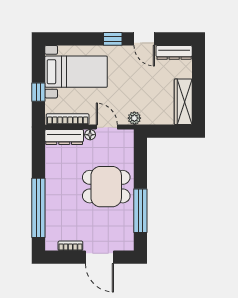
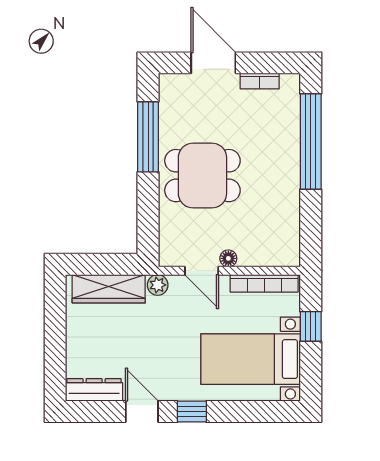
wardrobe: (183, 102) -> (109, 289), moved, turned 90
dresser: (64, 137) -> (270, 255), removed

